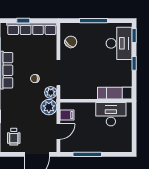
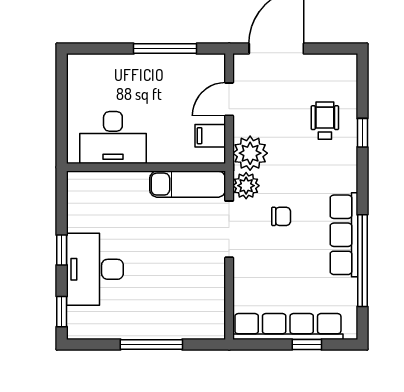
chair: (71, 42) -> (202, 298), removed
desk: (119, 43) -> (95, 269), moved
exam couch: (115, 93) -> (188, 184), moved
wheelchair: (14, 137) -> (325, 121), moved

